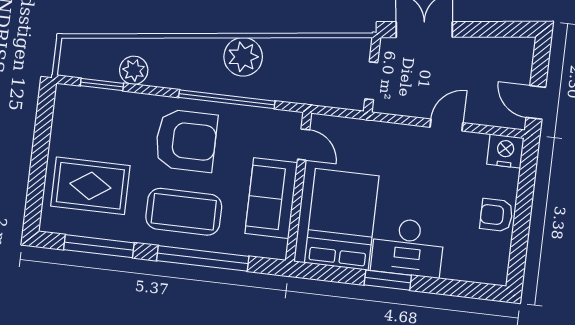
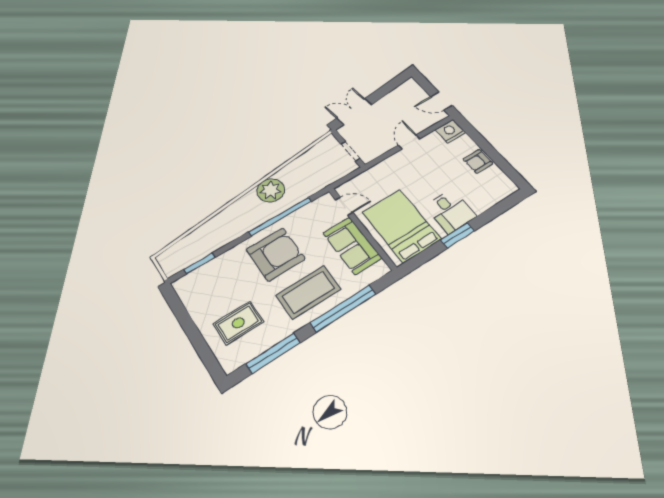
plant: (134, 70) -> (213, 242), removed
rug: (90, 186) -> (238, 323), width x0.73, depth x0.70
desk: (408, 247) -> (451, 211), width x0.73

